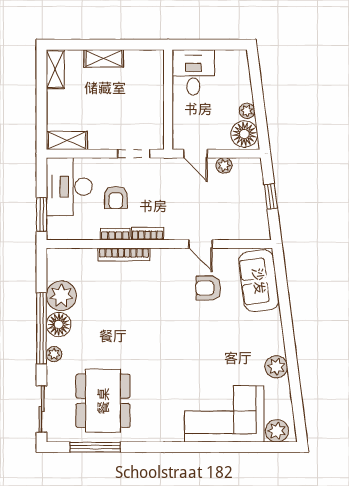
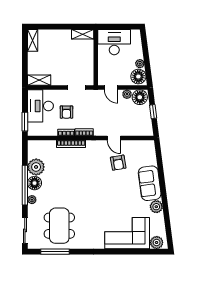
shelving: (104, 58) -> (83, 34), moved
desk: (193, 72) -> (114, 42), width x1.37
floor lamp: (247, 171) -> (140, 97), added
sofa: (259, 281) -> (150, 183), moved
armchair: (208, 288) -> (118, 163), turned -100

